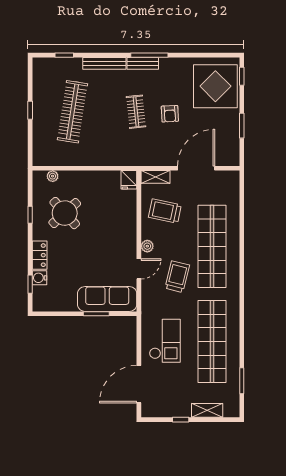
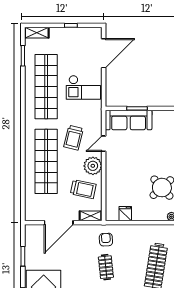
armchair: (170, 114) -> (106, 240), moved
fridge: (129, 180) -> (125, 214), moved
plant: (147, 246) -> (93, 166), width x1.88, depth x1.88
checkout: (165, 341) -> (83, 87), turned -90
shelving: (207, 410) -> (37, 33), moved

